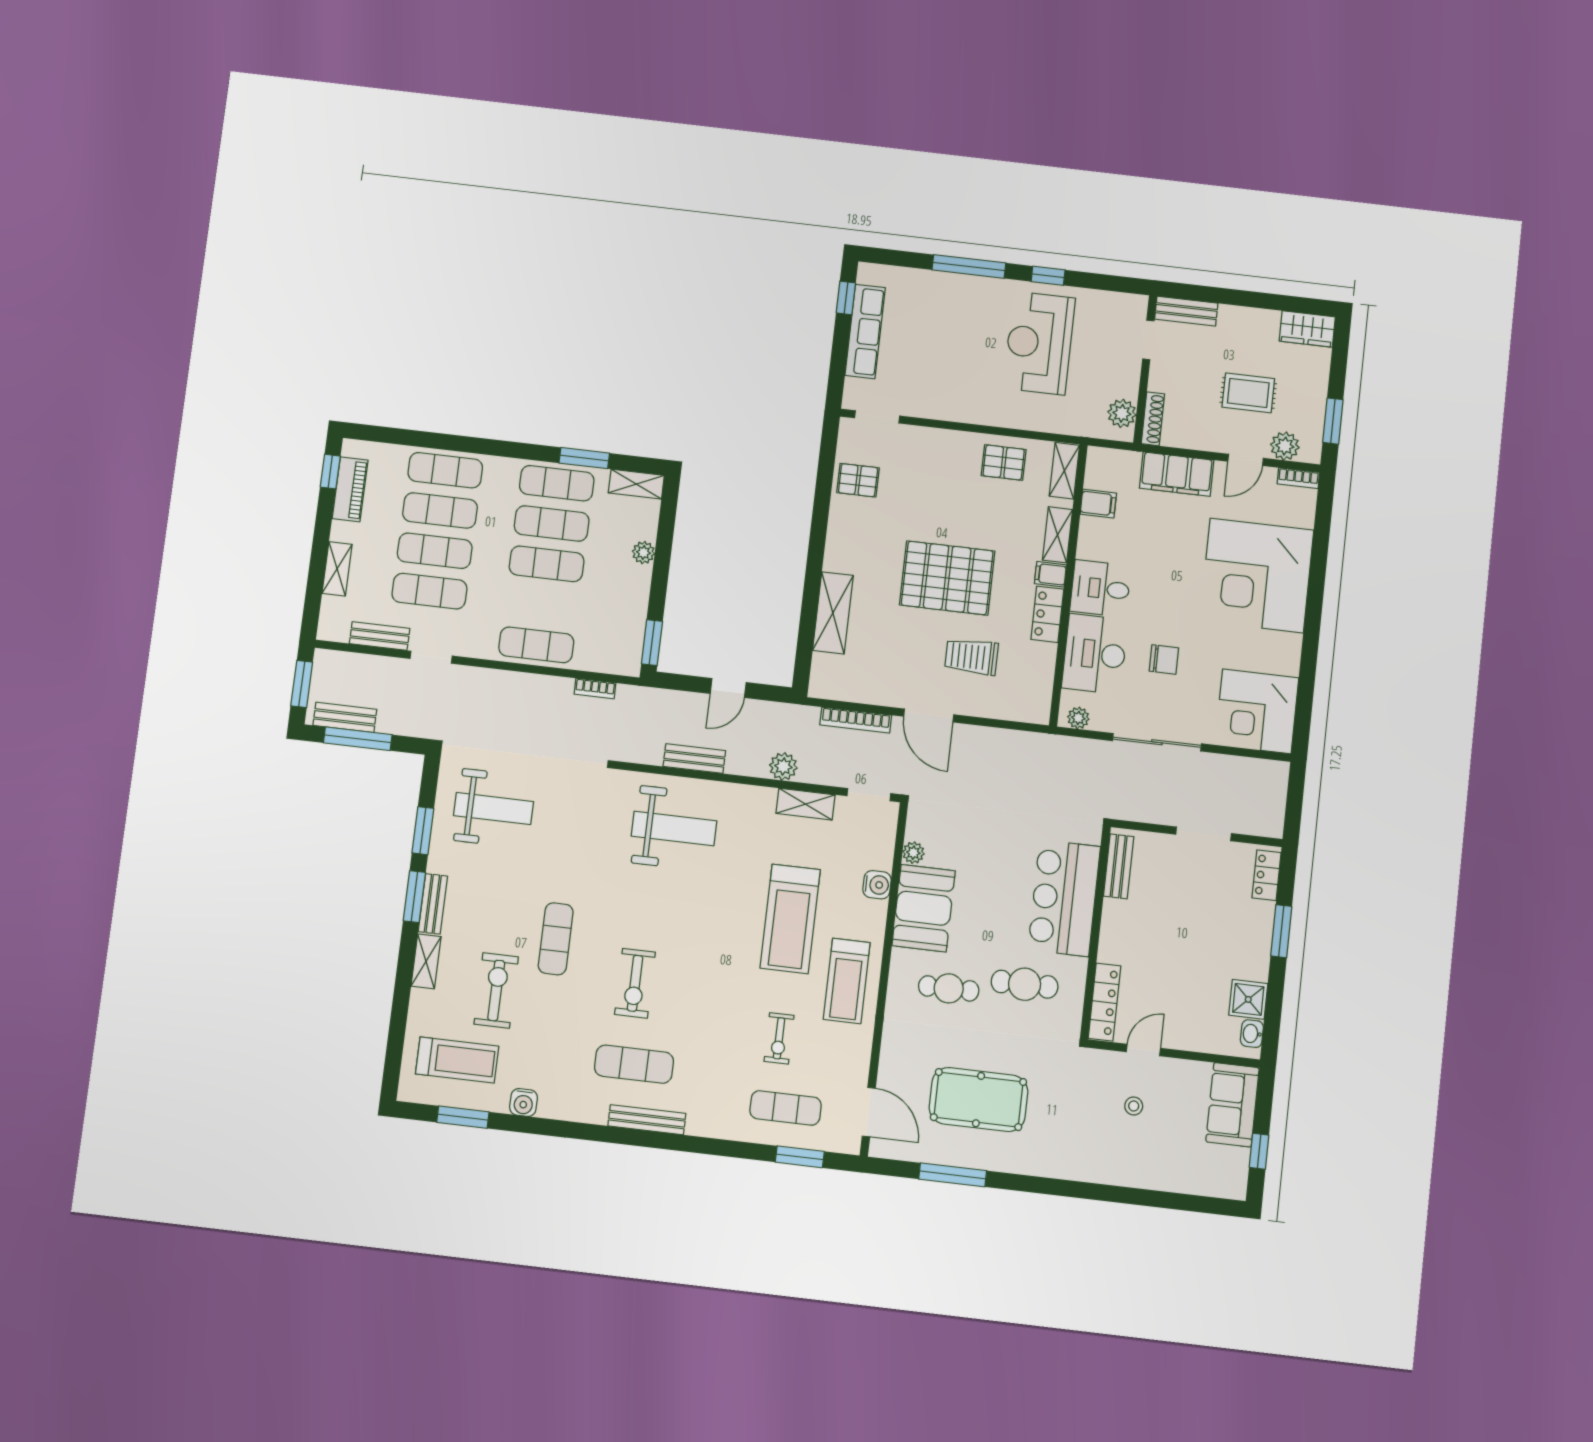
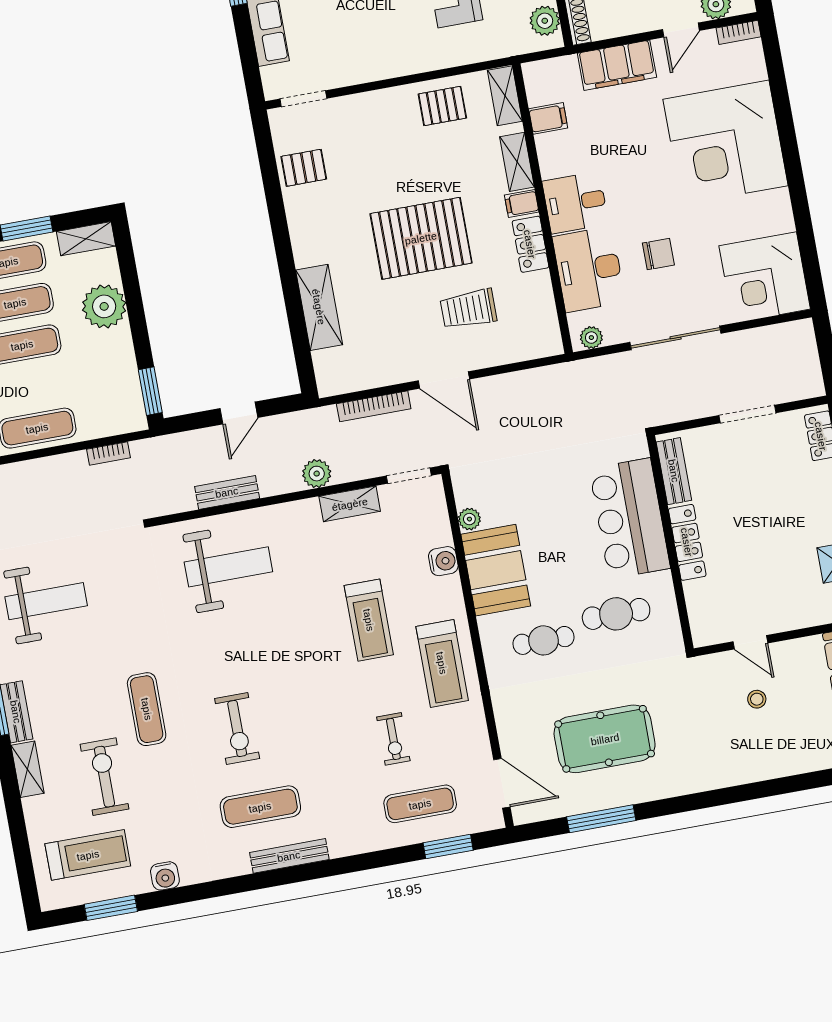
plant: (643, 553) -> (104, 306), width x1.87, depth x1.87
treadmill: (790, 919) -> (369, 620), width x0.73, depth x0.73
locker: (1105, 1002) -> (687, 542), moved
door: (1143, 1050) -> (750, 642), swing flipped

